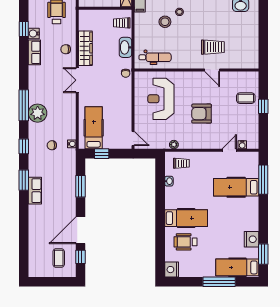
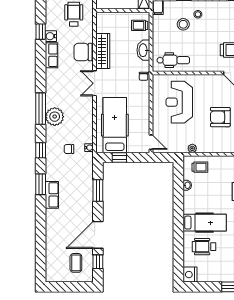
chair: (66, 49) -> (83, 52), width x1.87, depth x1.87
hospital bed: (94, 128) -> (115, 125), width x1.37, depth x1.29

